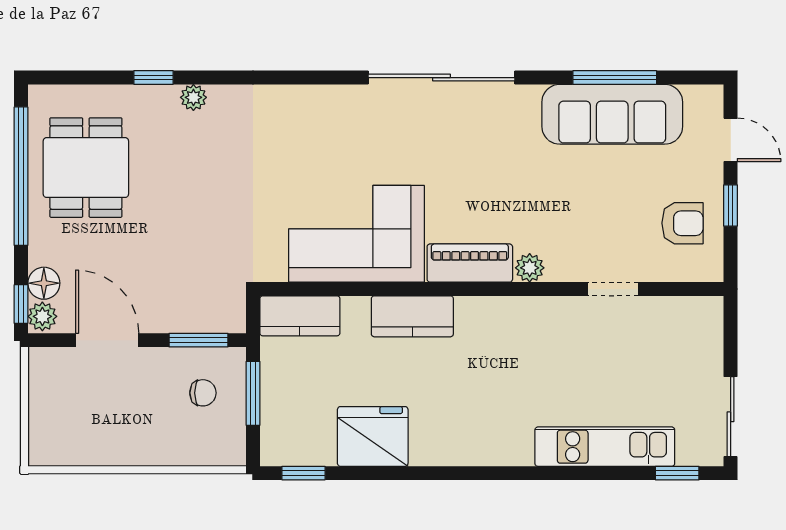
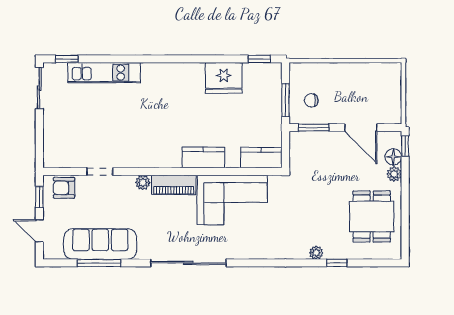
window: (21, 176) -> (405, 212), removed
corner sofa: (357, 234) -> (232, 200), moved
piano: (470, 263) -> (174, 185), moved
plant: (530, 268) -> (143, 182), moved
wall: (492, 289) -> (162, 172), moved
doorway: (613, 289) -> (100, 172), moved
plant: (42, 316) -> (394, 174), moved
kitchen counter: (300, 316) -> (261, 158), moved
kitchen counter: (412, 316) -> (203, 157), moved

